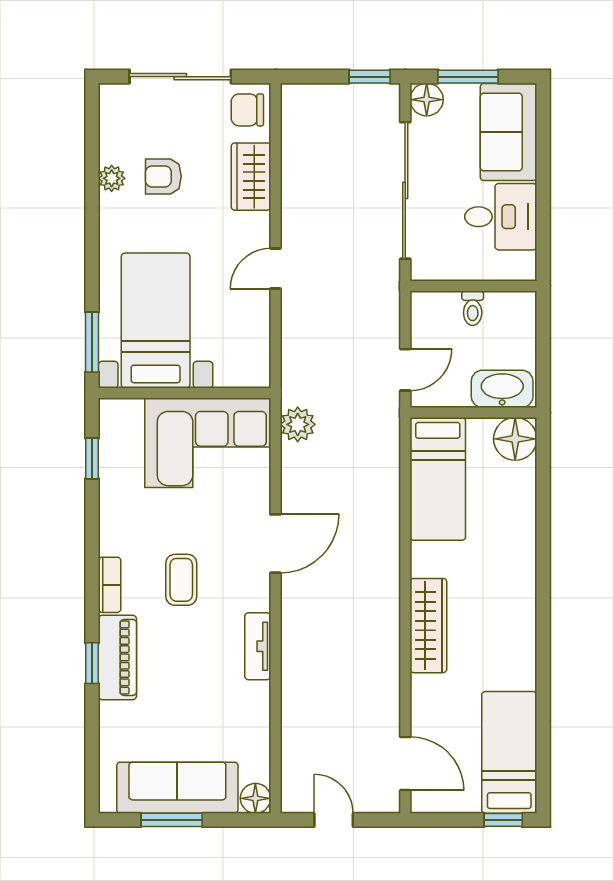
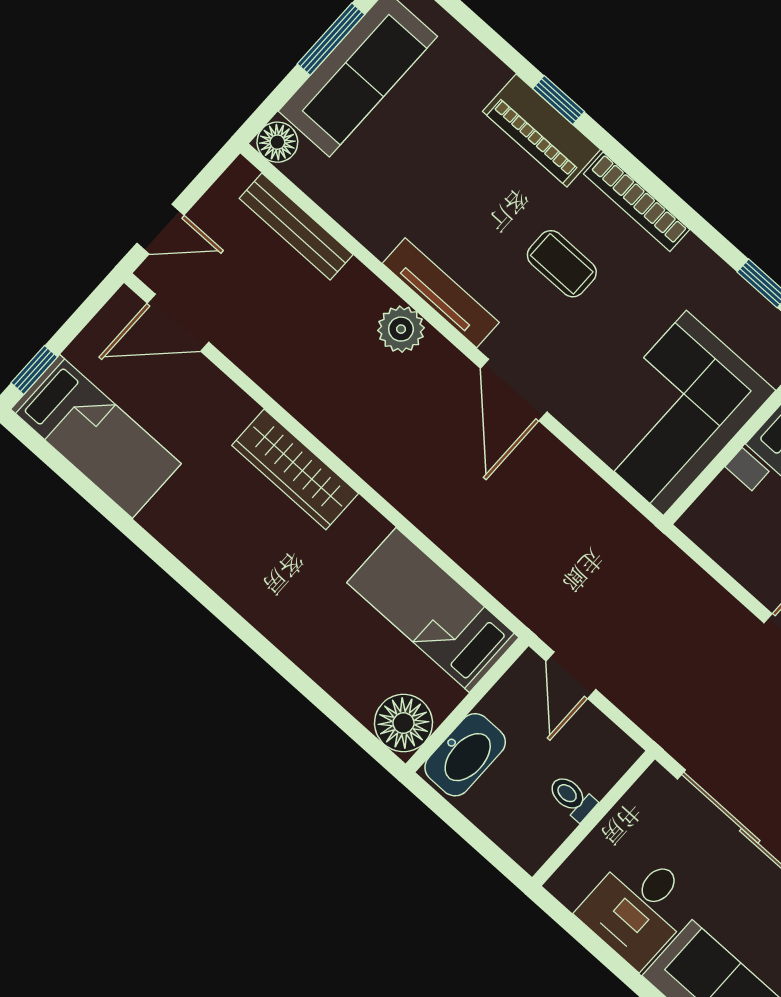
plant: (298, 424) -> (401, 329), moved
bookcase: (110, 585) -> (637, 202), width x1.56
tv unit: (258, 646) -> (441, 293), width x1.41
bench: (293, 746) -> (296, 227), added
door: (334, 820) -> (160, 229), moved

